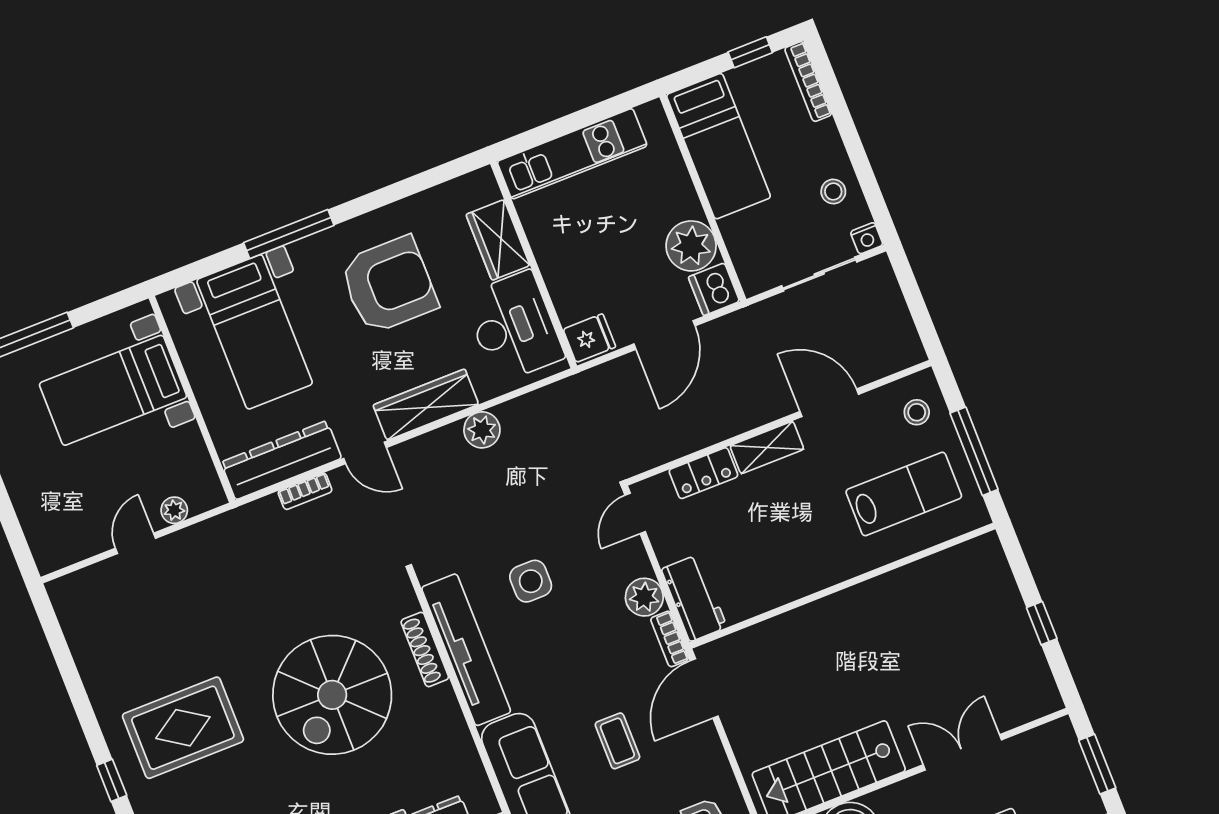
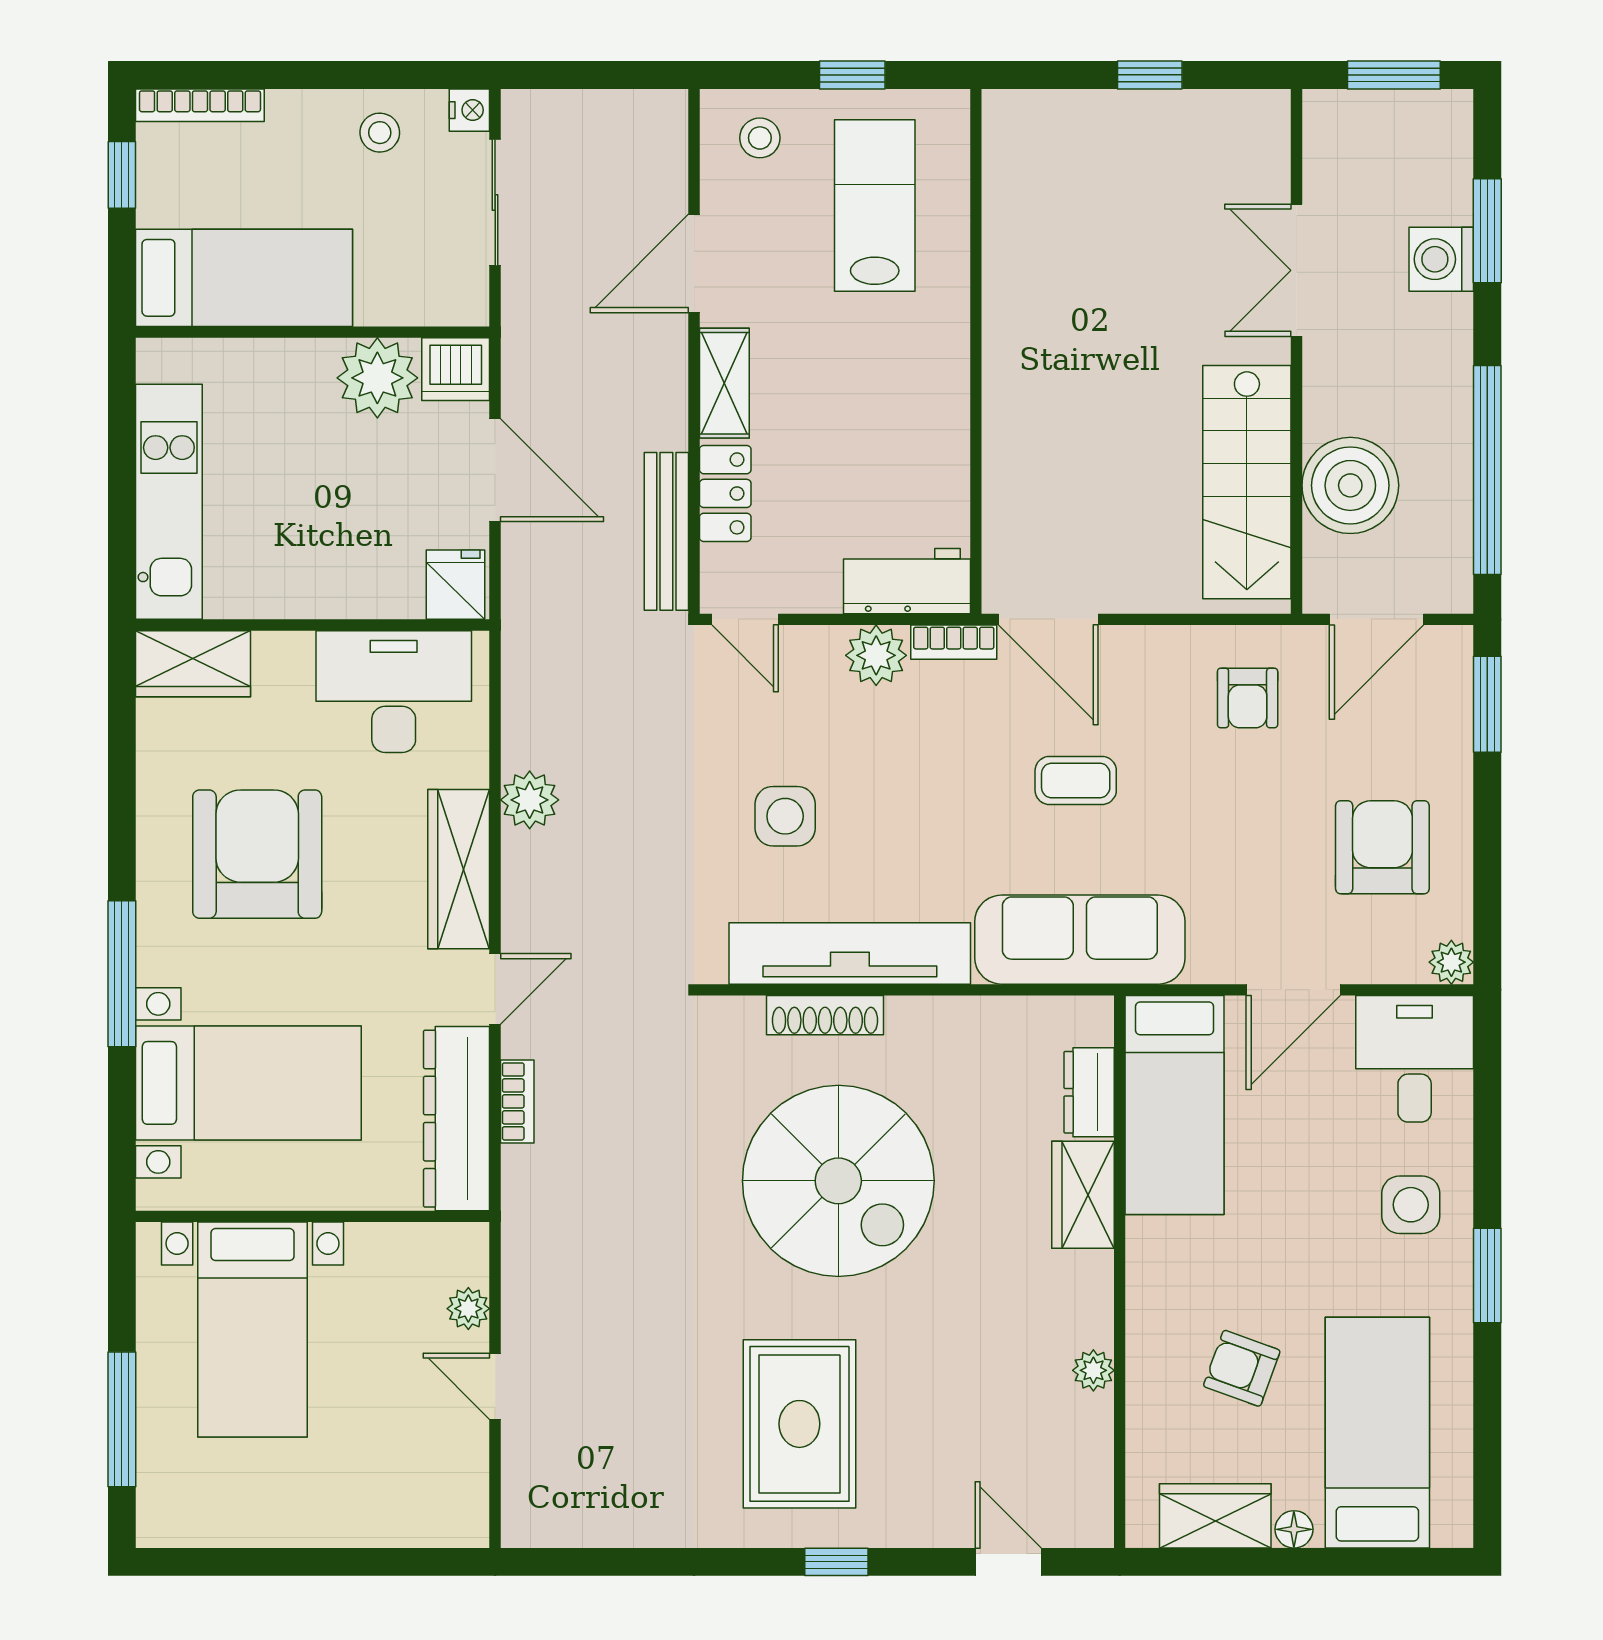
wardrobe: (498, 240) -> (193, 664), moved
bench: (668, 448) -> (666, 531), added
window: (974, 451) -> (852, 75), width x0.46

